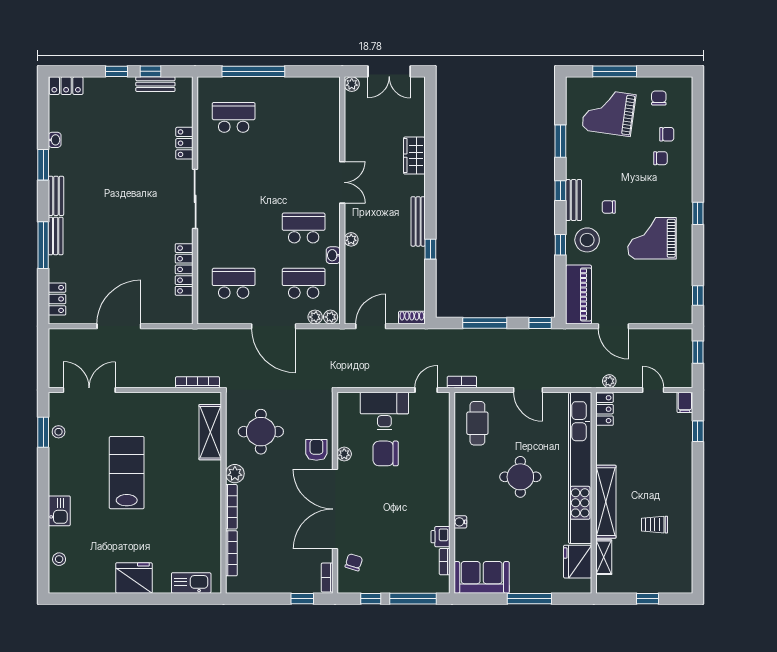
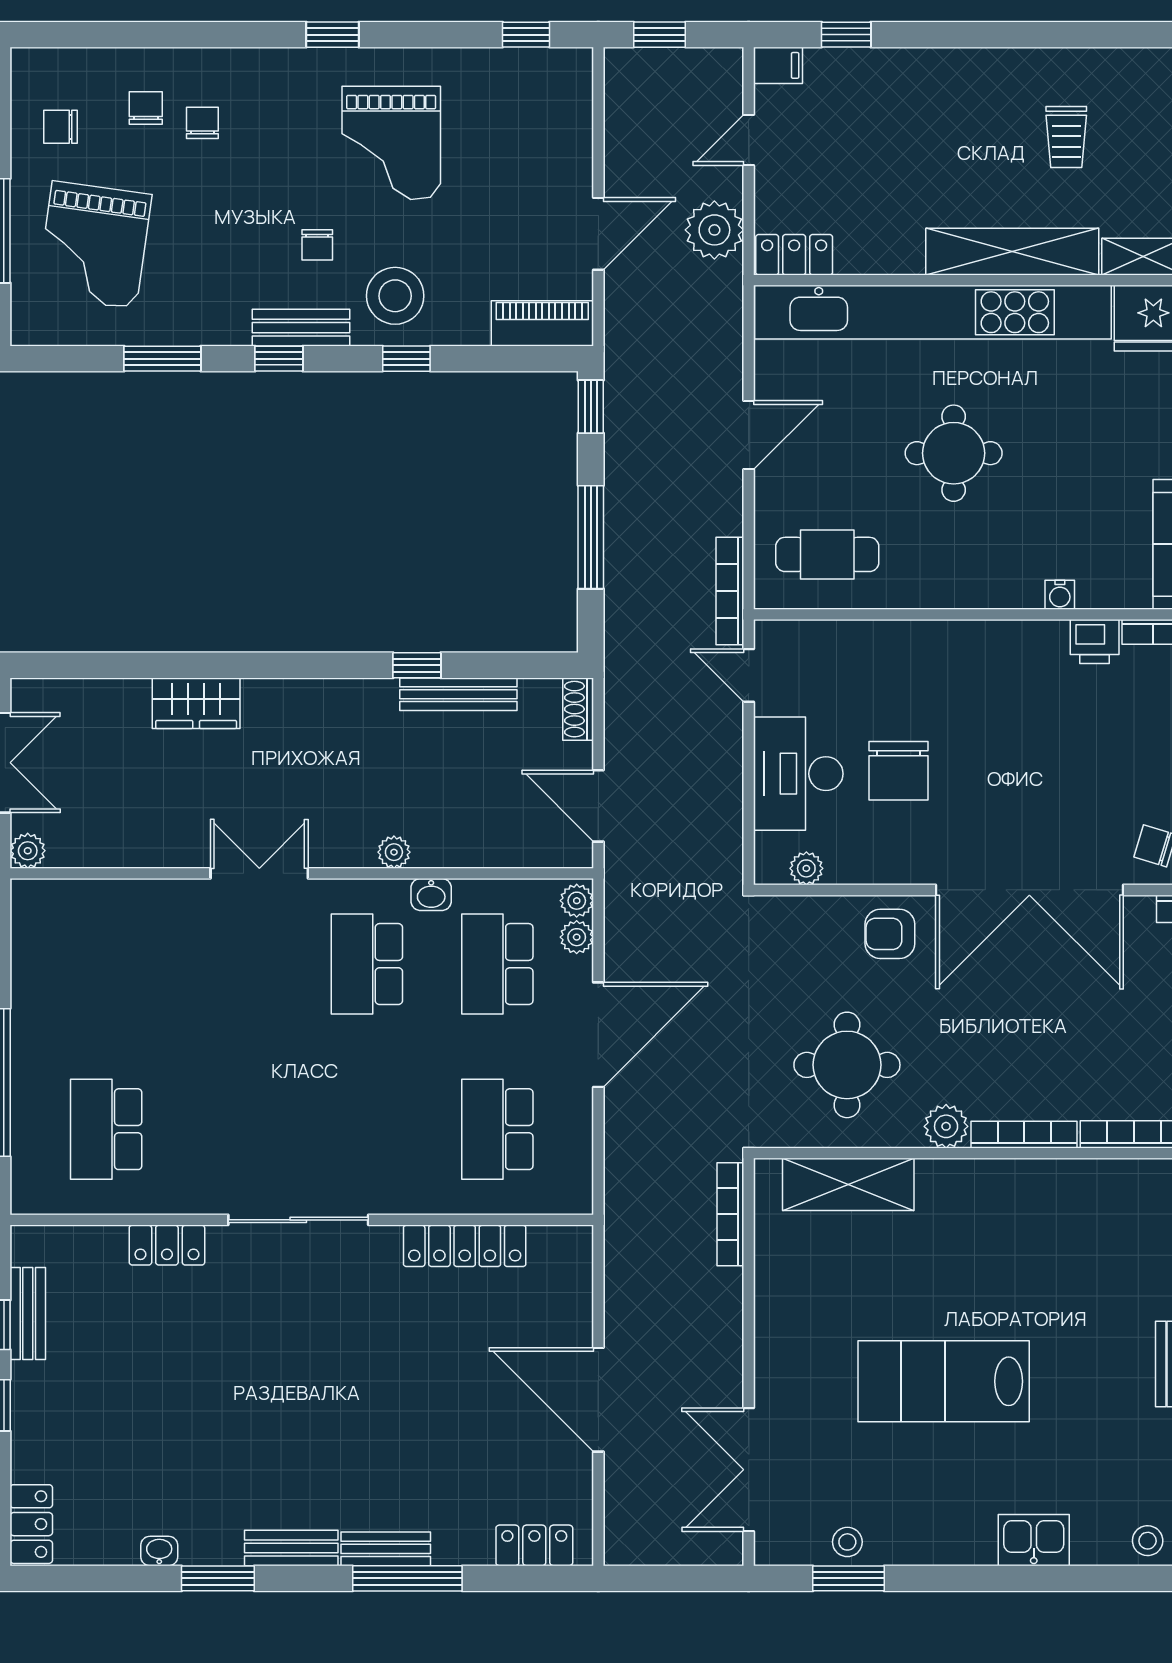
bench: (418, 221) -> (458, 694), moved
piano: (579, 294) -> (542, 323), width x0.73, depth x0.75
plant: (609, 381) -> (714, 230), width x1.88, depth x1.88
bookcase: (462, 382) -> (730, 591), width x1.56
plant: (344, 454) -> (806, 868), moved

